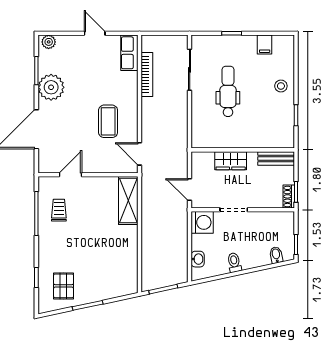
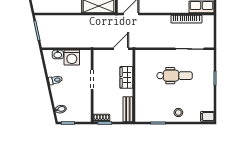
filing cabinet: (265, 45) -> (207, 116), moved
door: (190, 190) -> (121, 49), moved
washing machine: (202, 222) -> (72, 58), moved

